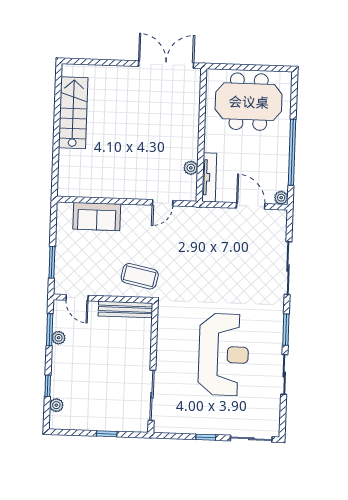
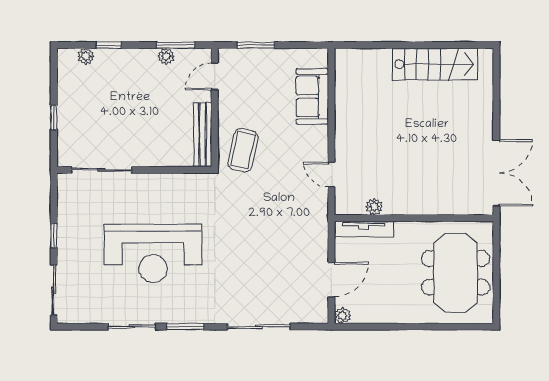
window: (292, 152) -> (397, 327), removed

